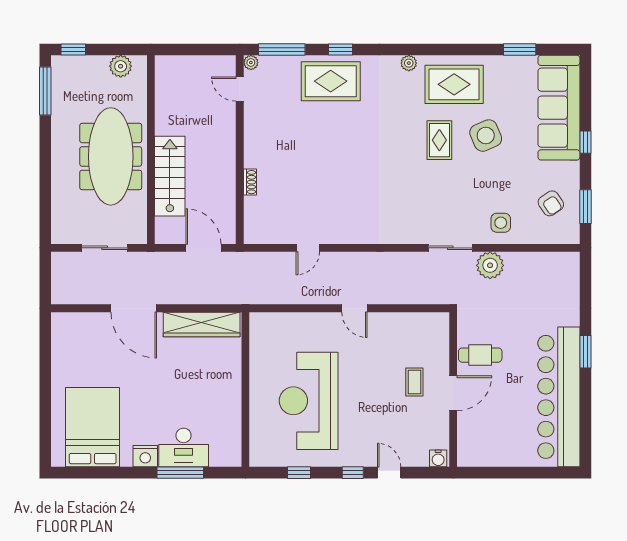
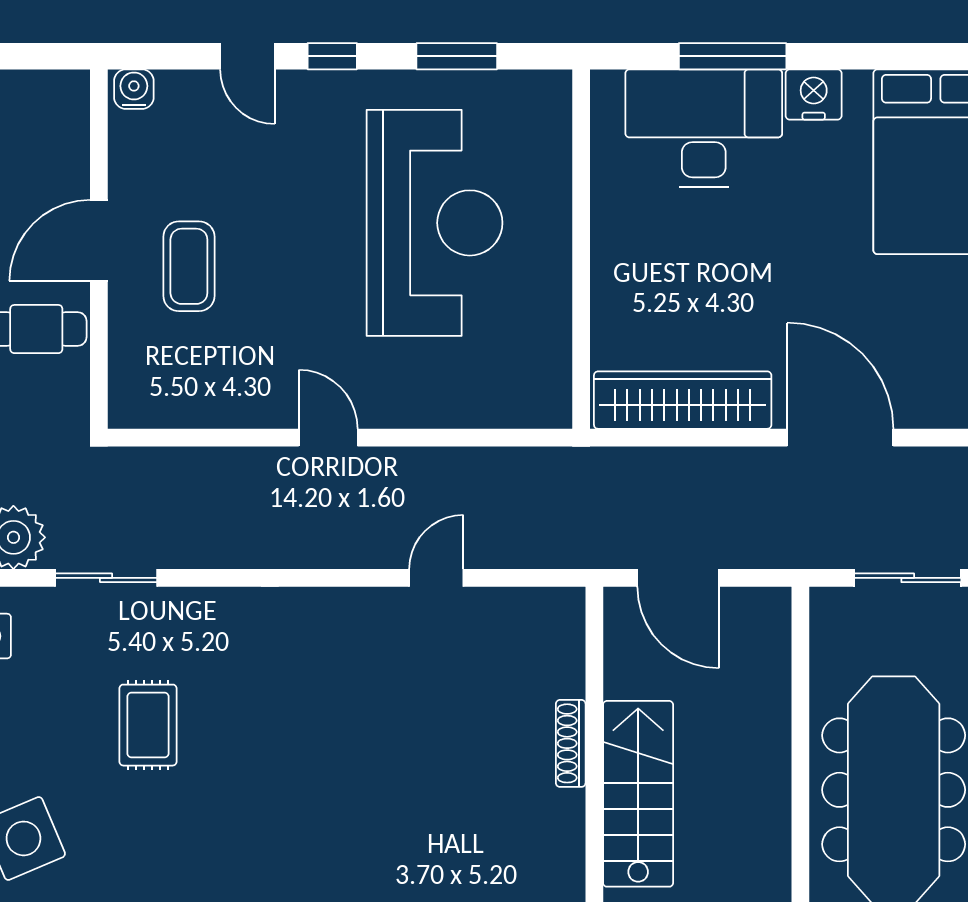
rug: (439, 140) -> (148, 725), moved
stairs: (170, 176) -> (638, 794), moved, turned 180
shoe rack: (250, 182) -> (571, 743), width x1.43
coffee table: (414, 382) -> (189, 266), width x1.36, depth x1.30
desk: (184, 447) -> (704, 128), width x1.36, depth x1.30
window: (299, 473) -> (457, 56), width x1.50

